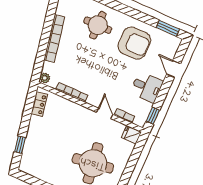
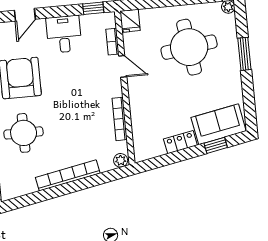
locker: (39, 104) -> (180, 142), moved
door: (105, 113) -> (123, 66), swing flipped
sofa: (32, 154) -> (219, 124), added

